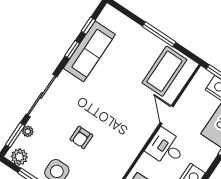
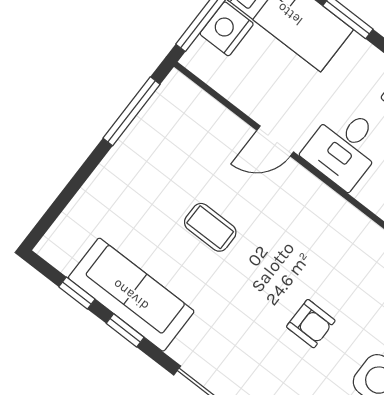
window: (159, 34) -> (132, 111), moved
coffee table: (164, 71) -> (210, 227), moved, width x0.54, depth x0.58

